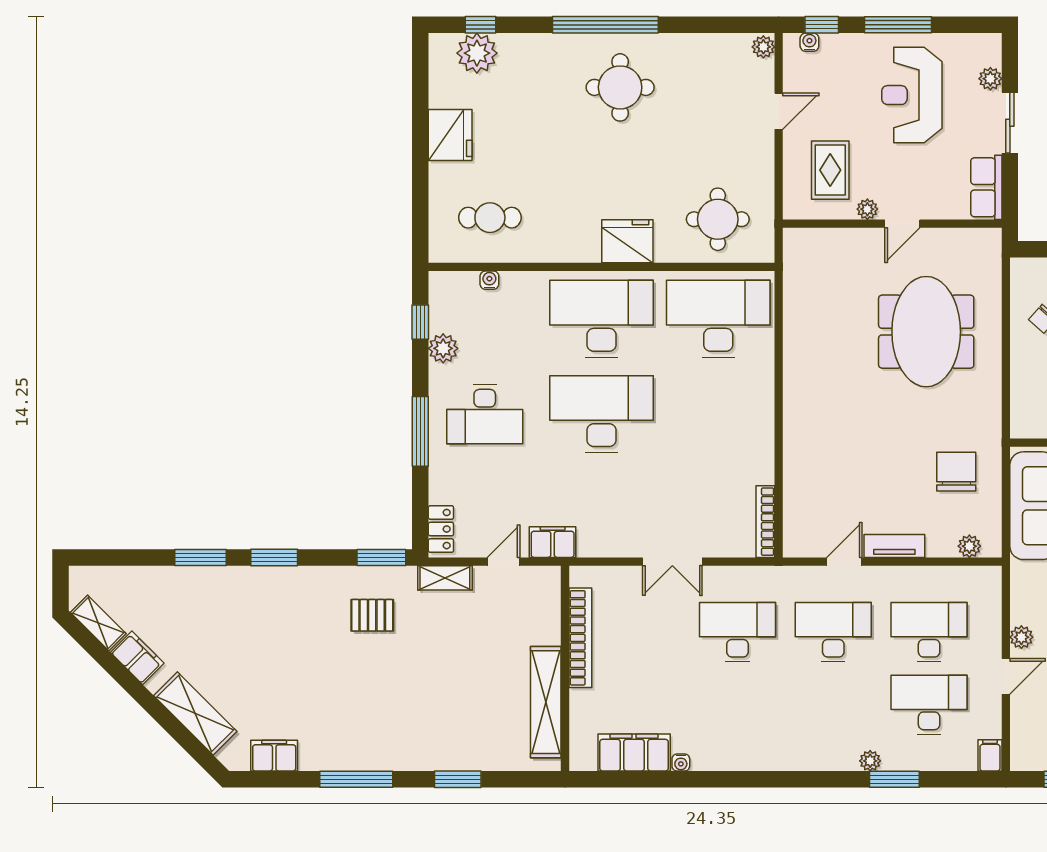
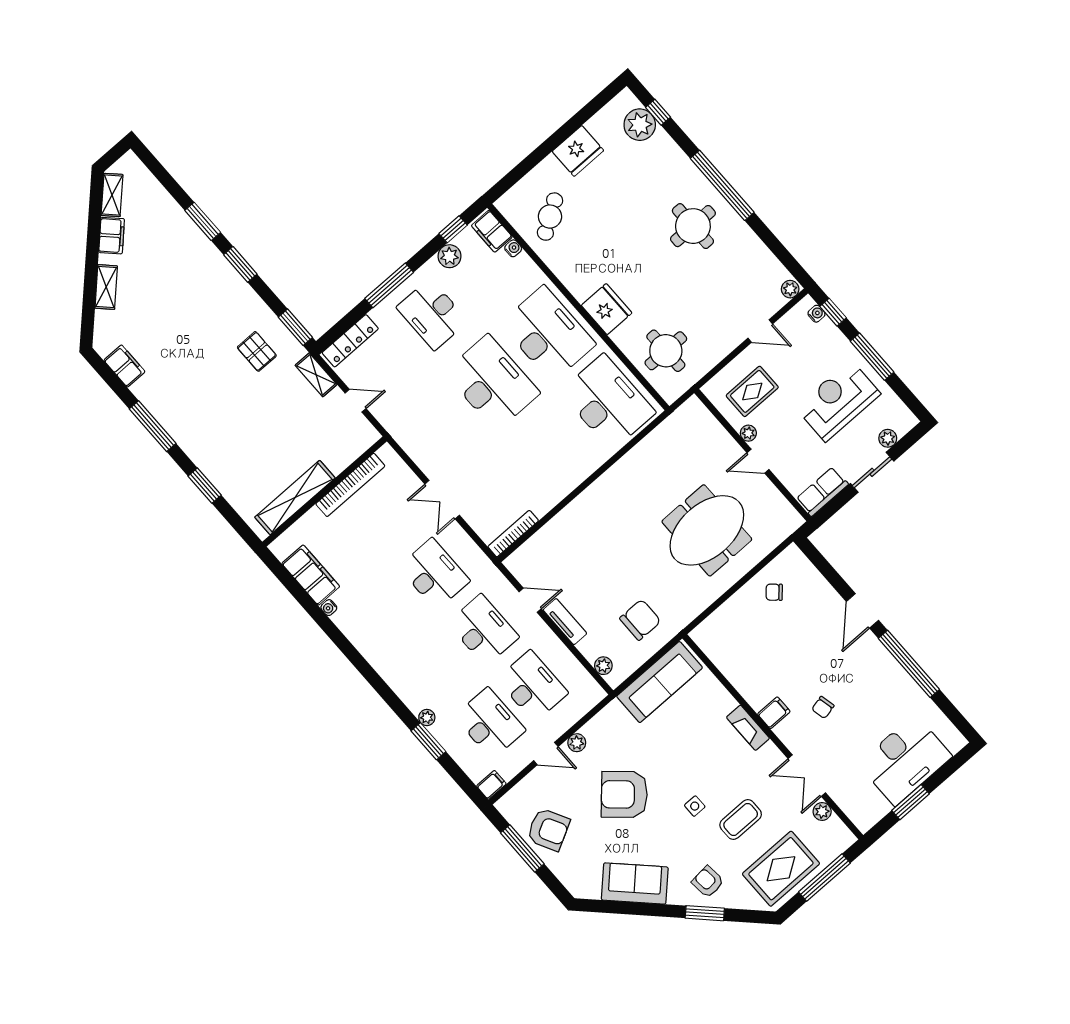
cafe table: (490, 218) -> (550, 217), turned 57
locker: (441, 529) -> (350, 341), width x1.53
filing cabinet: (553, 542) -> (492, 231), moved, turned 180
shelving: (195, 713) -> (106, 287), width x0.67, depth x0.75

